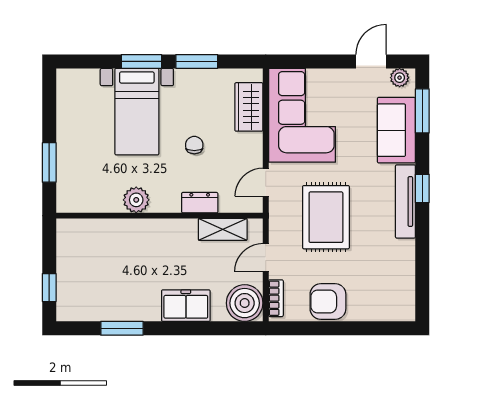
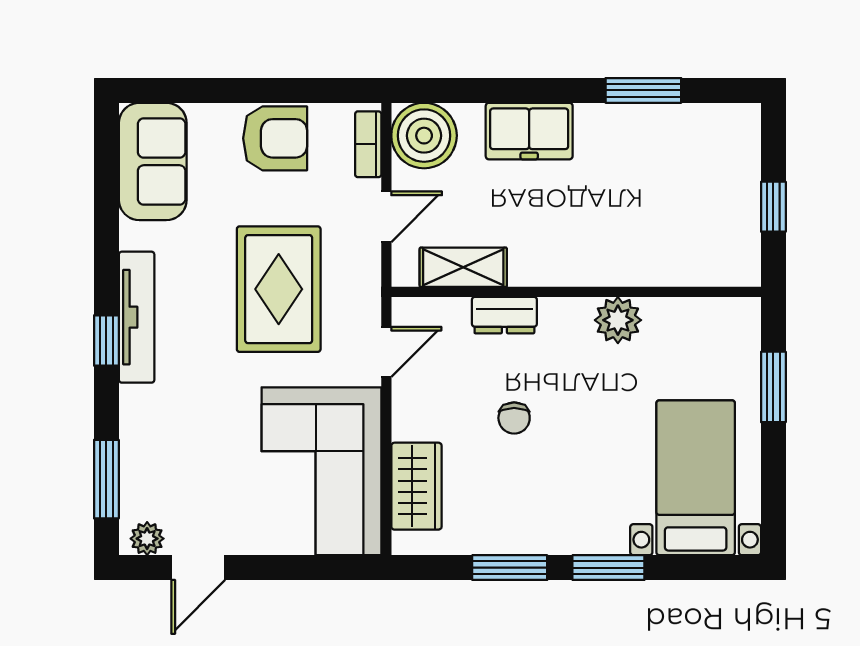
bed with nightstands: (137, 112) -> (696, 478), moved
sofa: (396, 130) -> (153, 161), moved
window: (49, 288) -> (773, 207), moved

